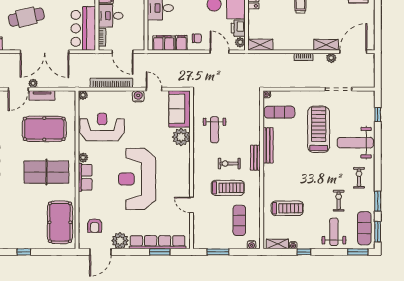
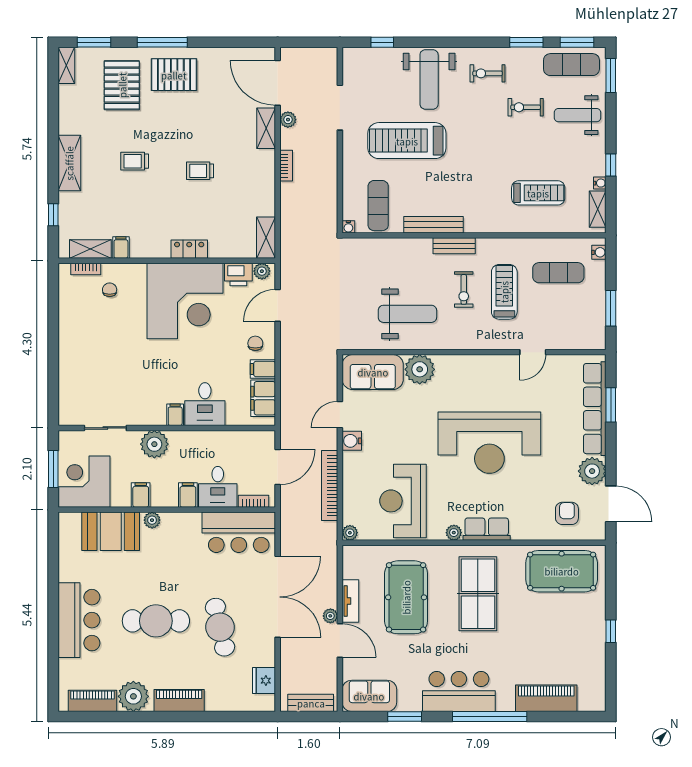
weight bench: (215, 130) -> (407, 314), width x1.36, depth x1.33
treadmill: (287, 208) -> (538, 193), turned 90
armchair: (95, 226) -> (567, 513), turned -90

